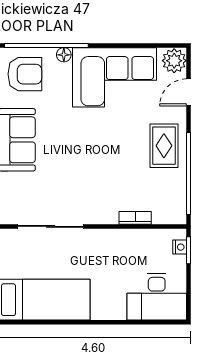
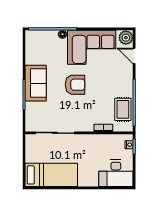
armchair: (25, 74) -> (75, 85), moved
door: (188, 92) -> (134, 56), hinge flipped
rug: (164, 146) -> (123, 109), moved

